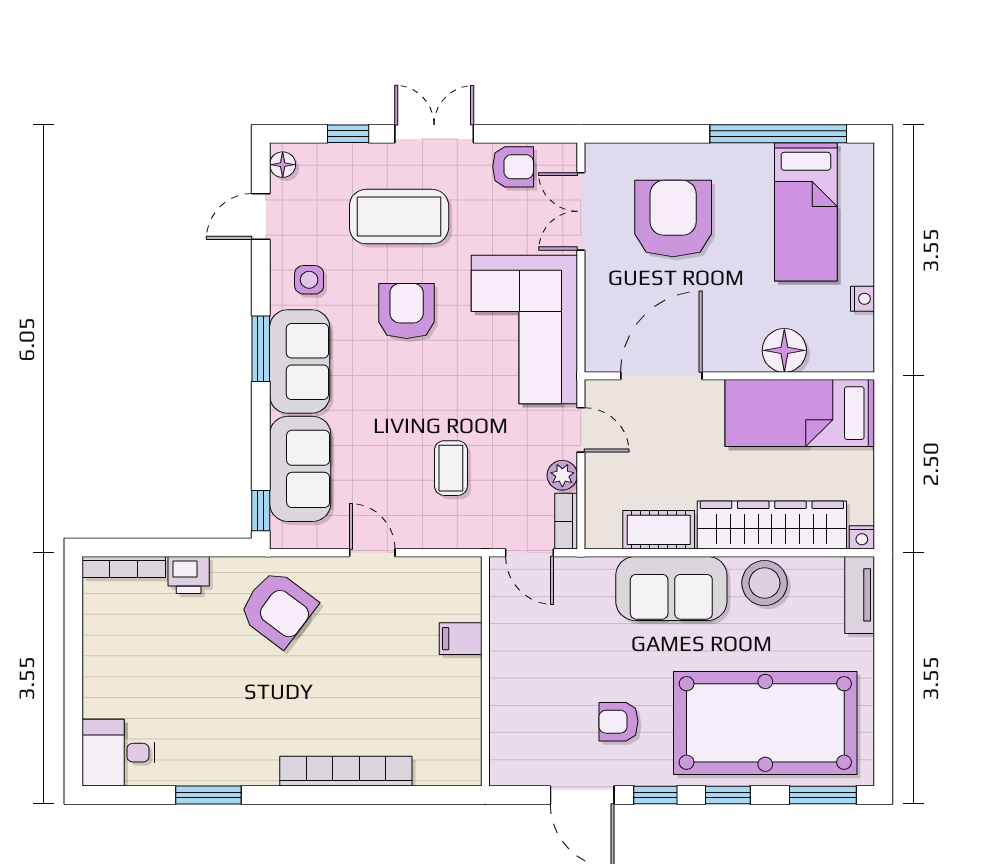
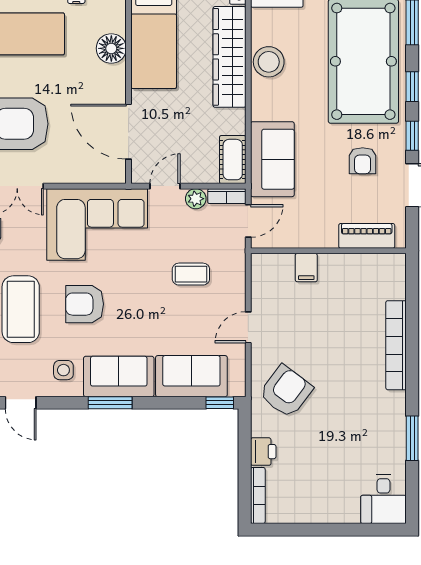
cot: (659, 530) -> (233, 160), moved
sofa: (671, 588) -> (272, 159), moved
piano: (507, 728) -> (367, 236), added

